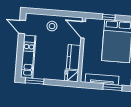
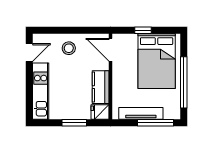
door: (22, 27) -> (29, 53), swing flipped
window: (35, 81) -> (74, 123), moved
window: (113, 87) -> (156, 123), width x1.44

